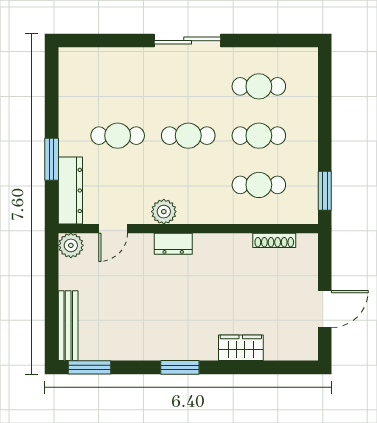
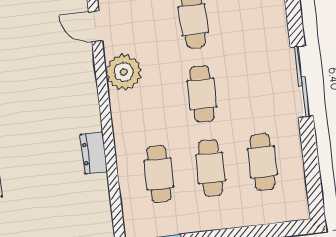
plant: (164, 212) -> (124, 72), width x1.36, depth x1.36
shoe rack: (274, 240) -> (103, 197), removed
dresser: (173, 244) -> (94, 153), moved

